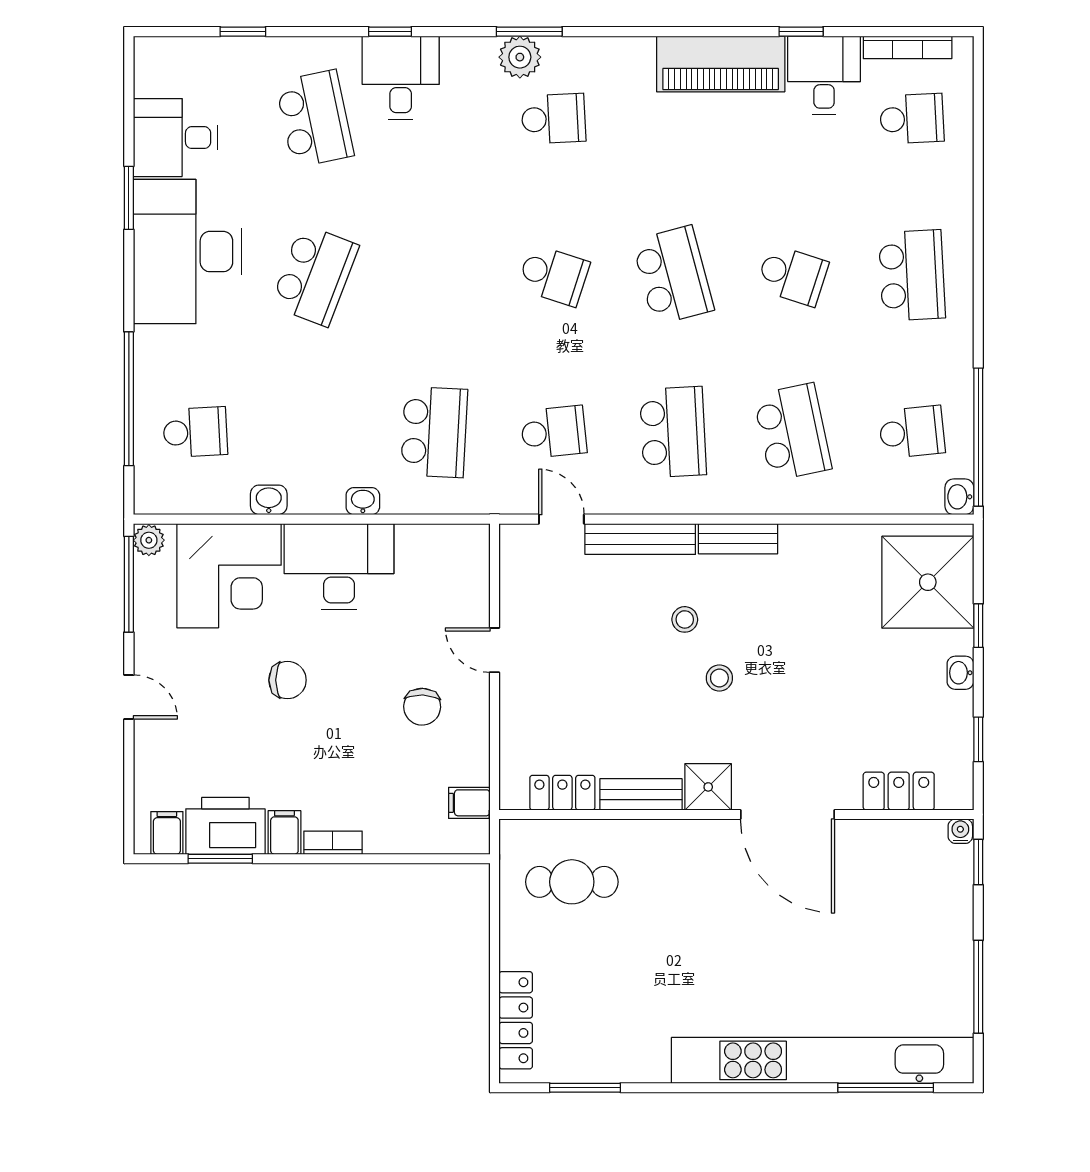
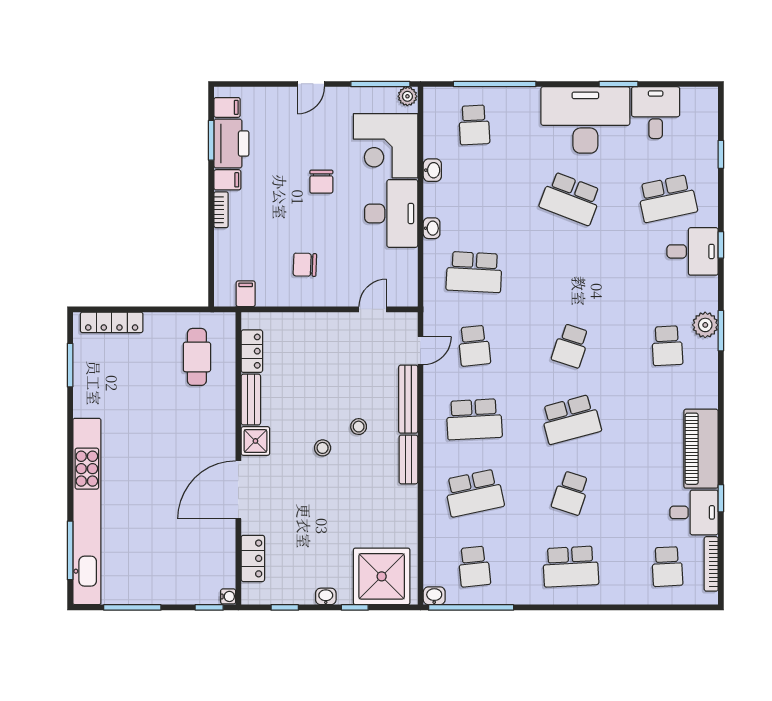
door: (494, 650) -> (373, 309), moved

